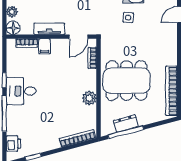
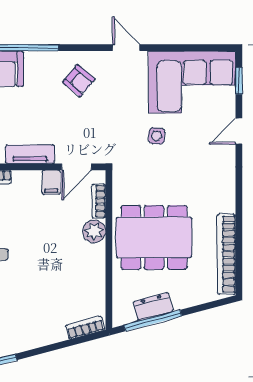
filing cabinet: (44, 46) -> (51, 182), moved
plant: (89, 98) -> (94, 231), moved
bookcase: (78, 138) -> (85, 328), width x0.64

